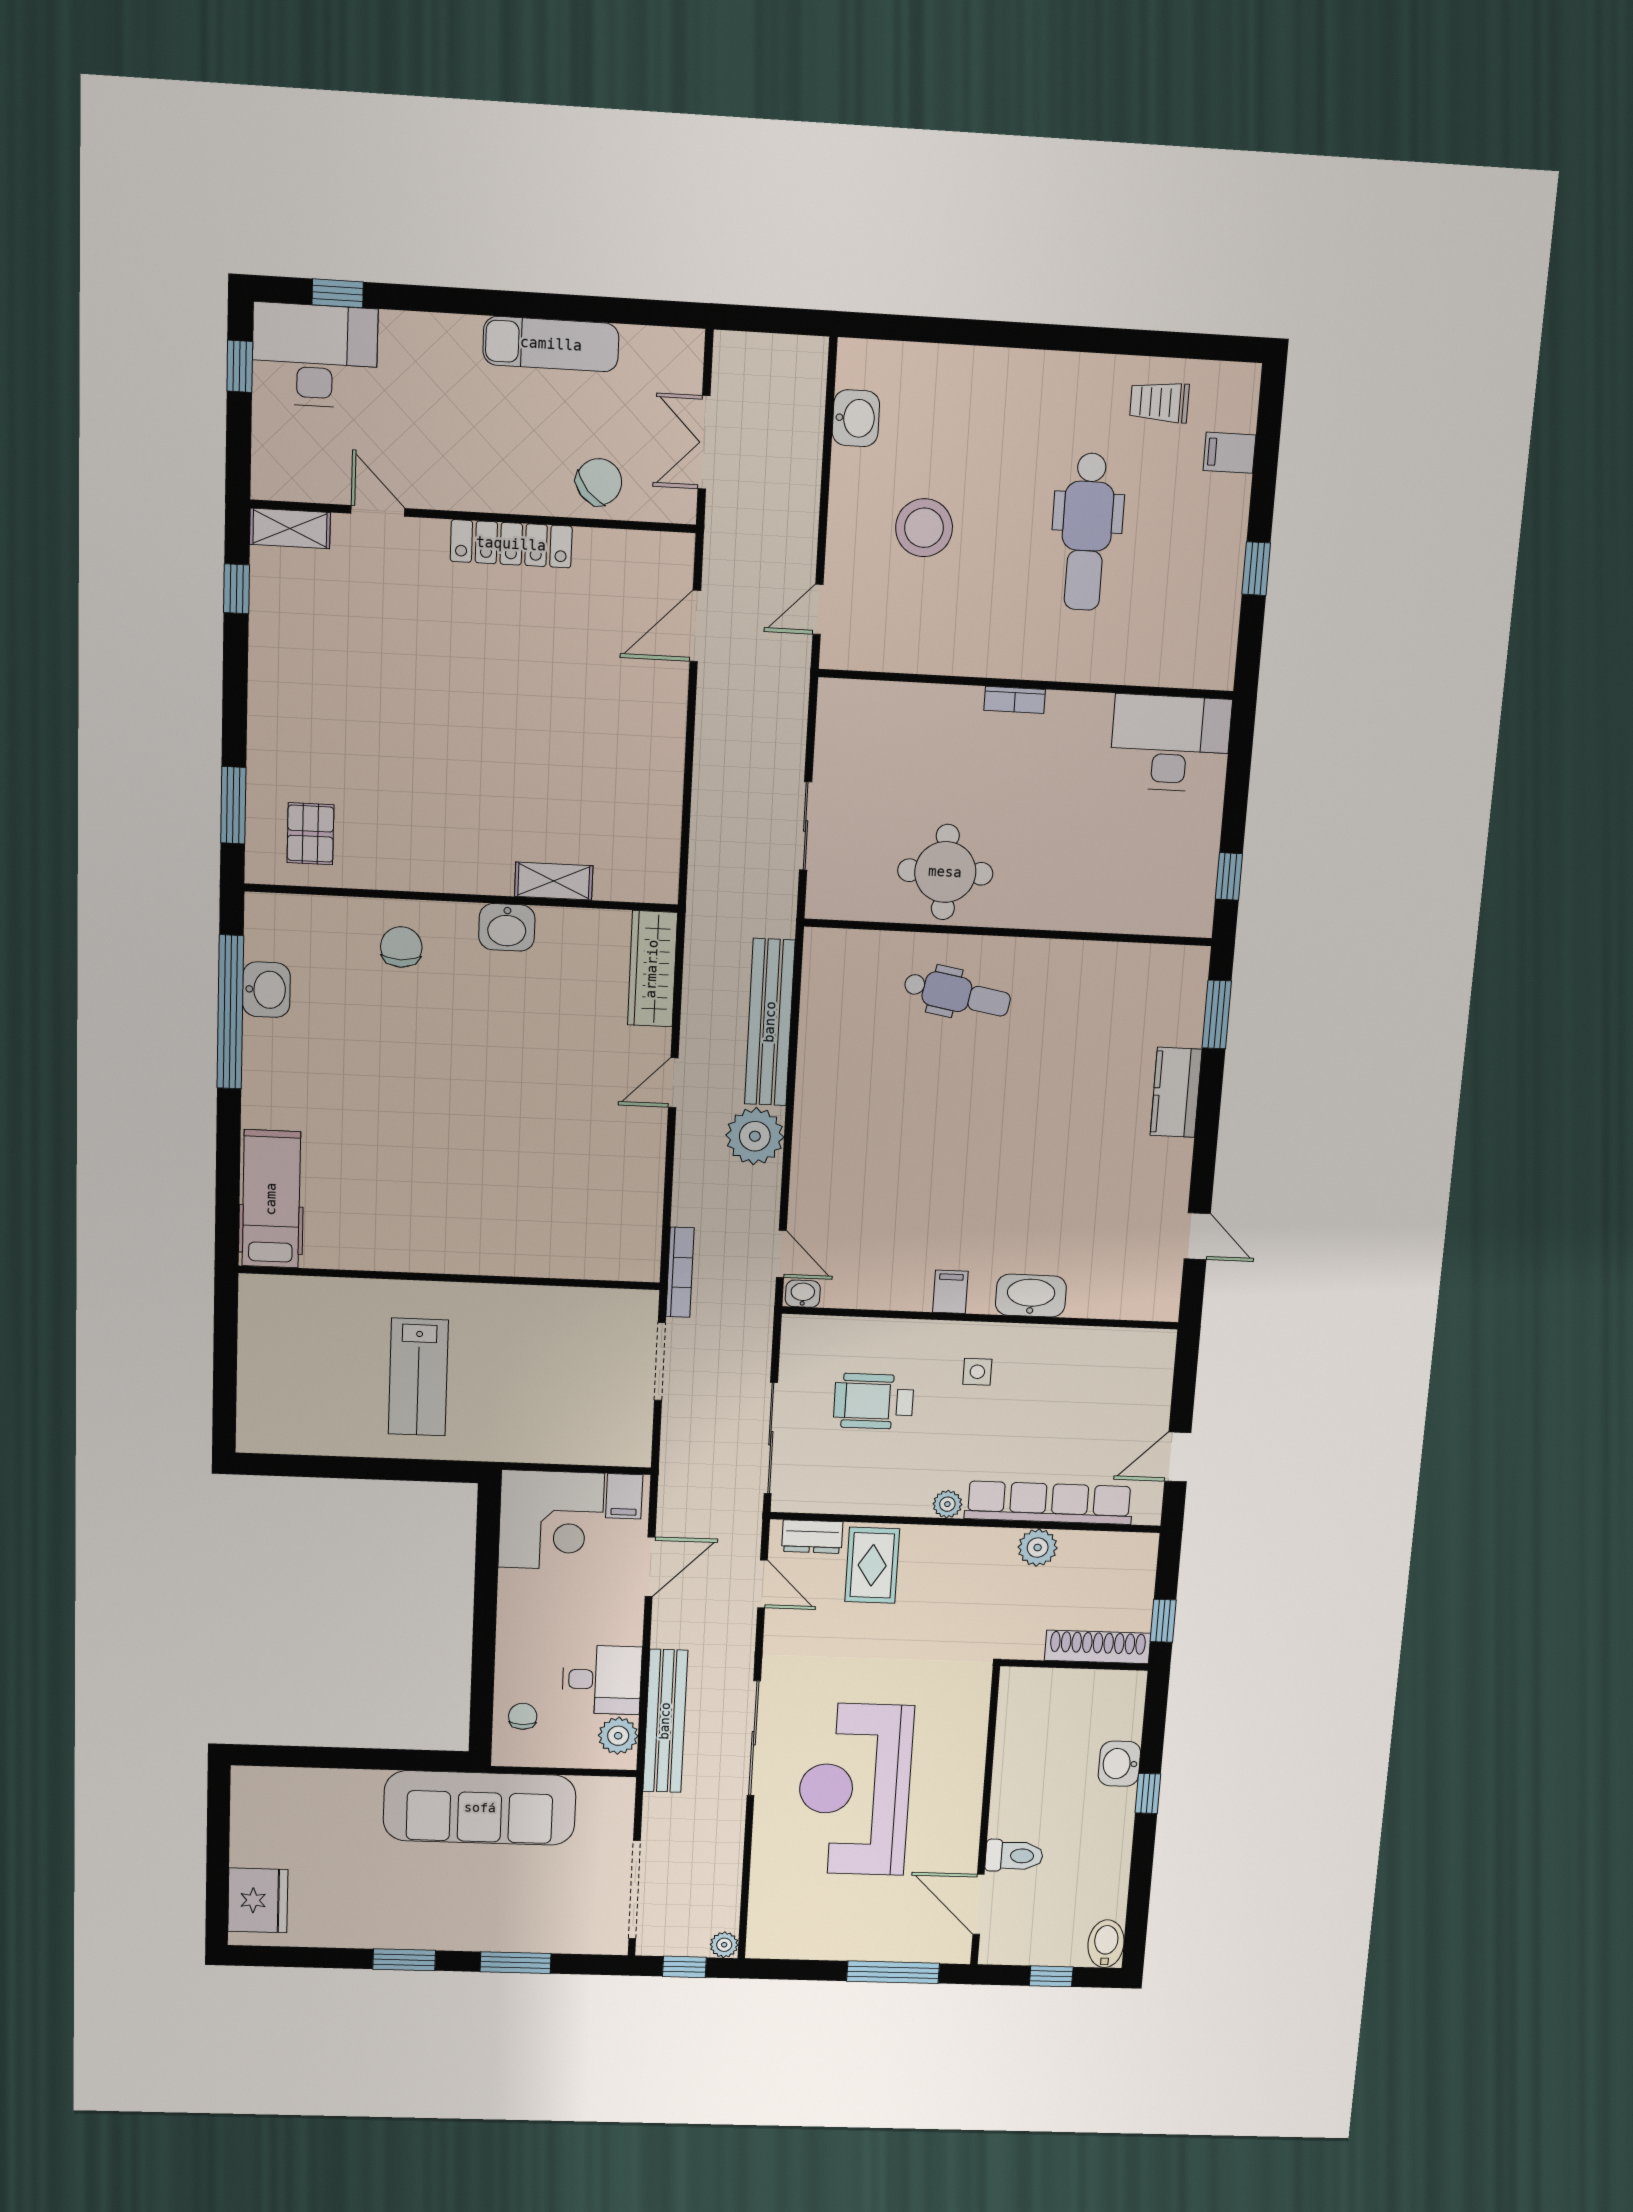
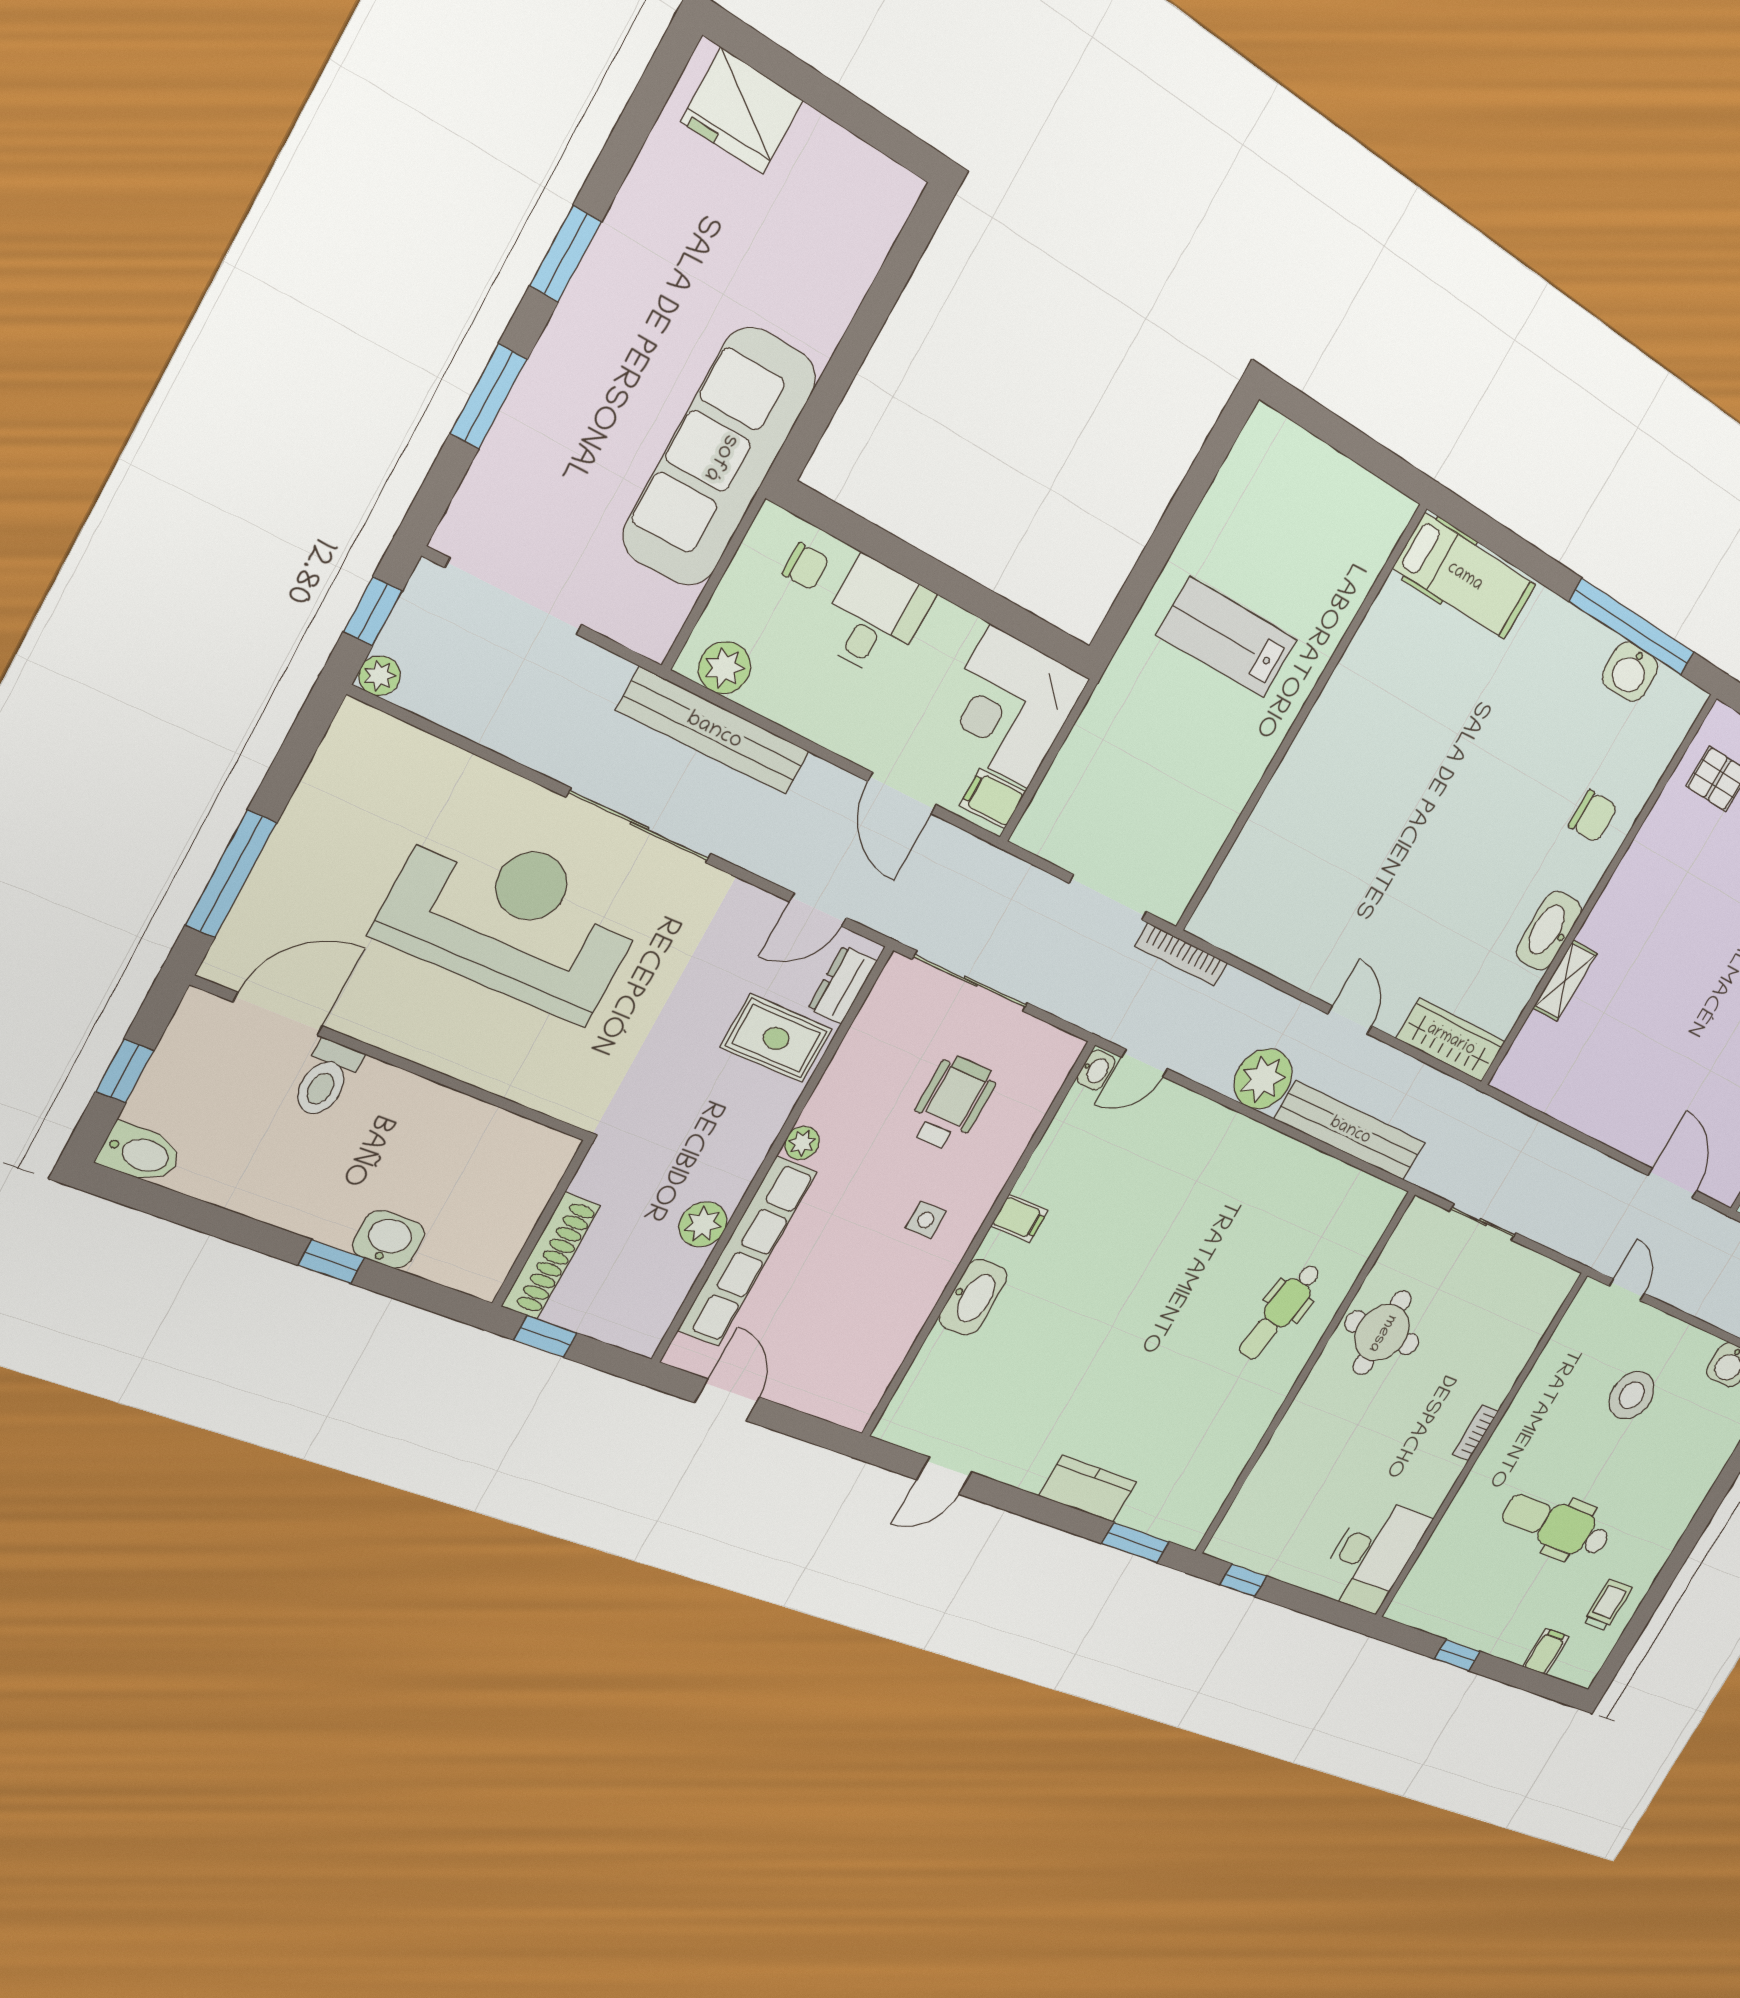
washbasin: (507, 927) -> (1549, 931), width x1.38
desk: (602, 1680) -> (875, 617), moved, turned 180

